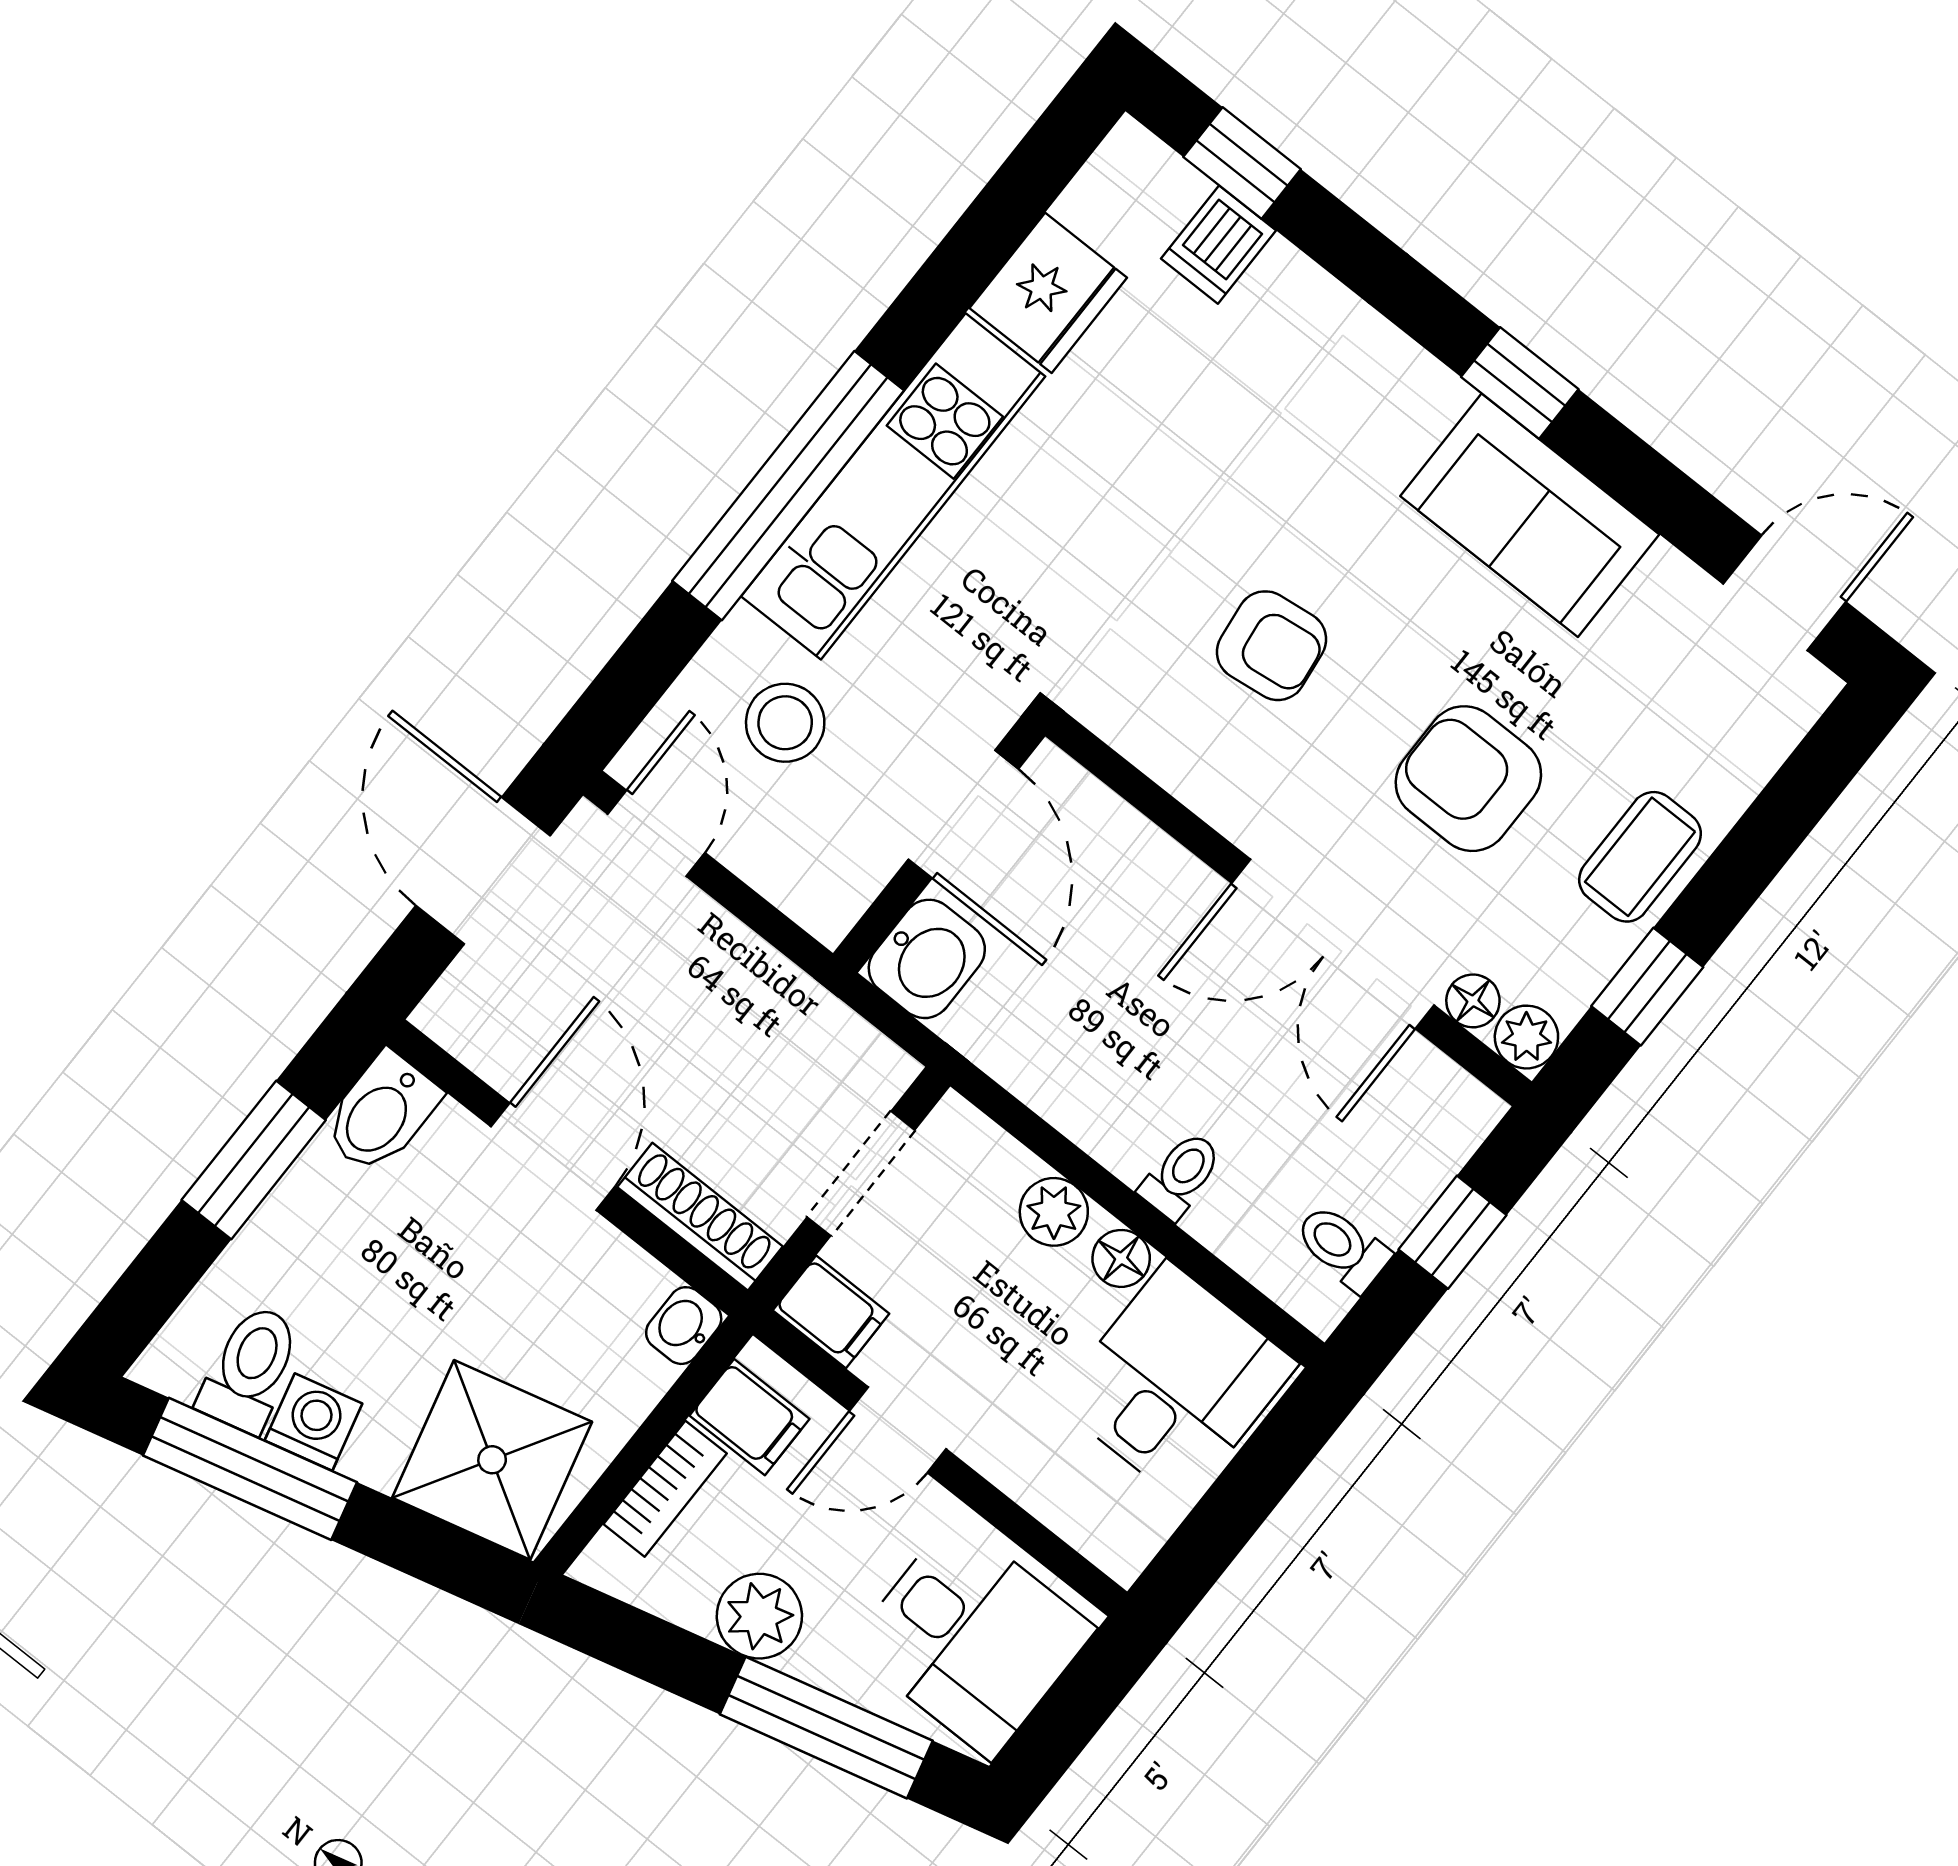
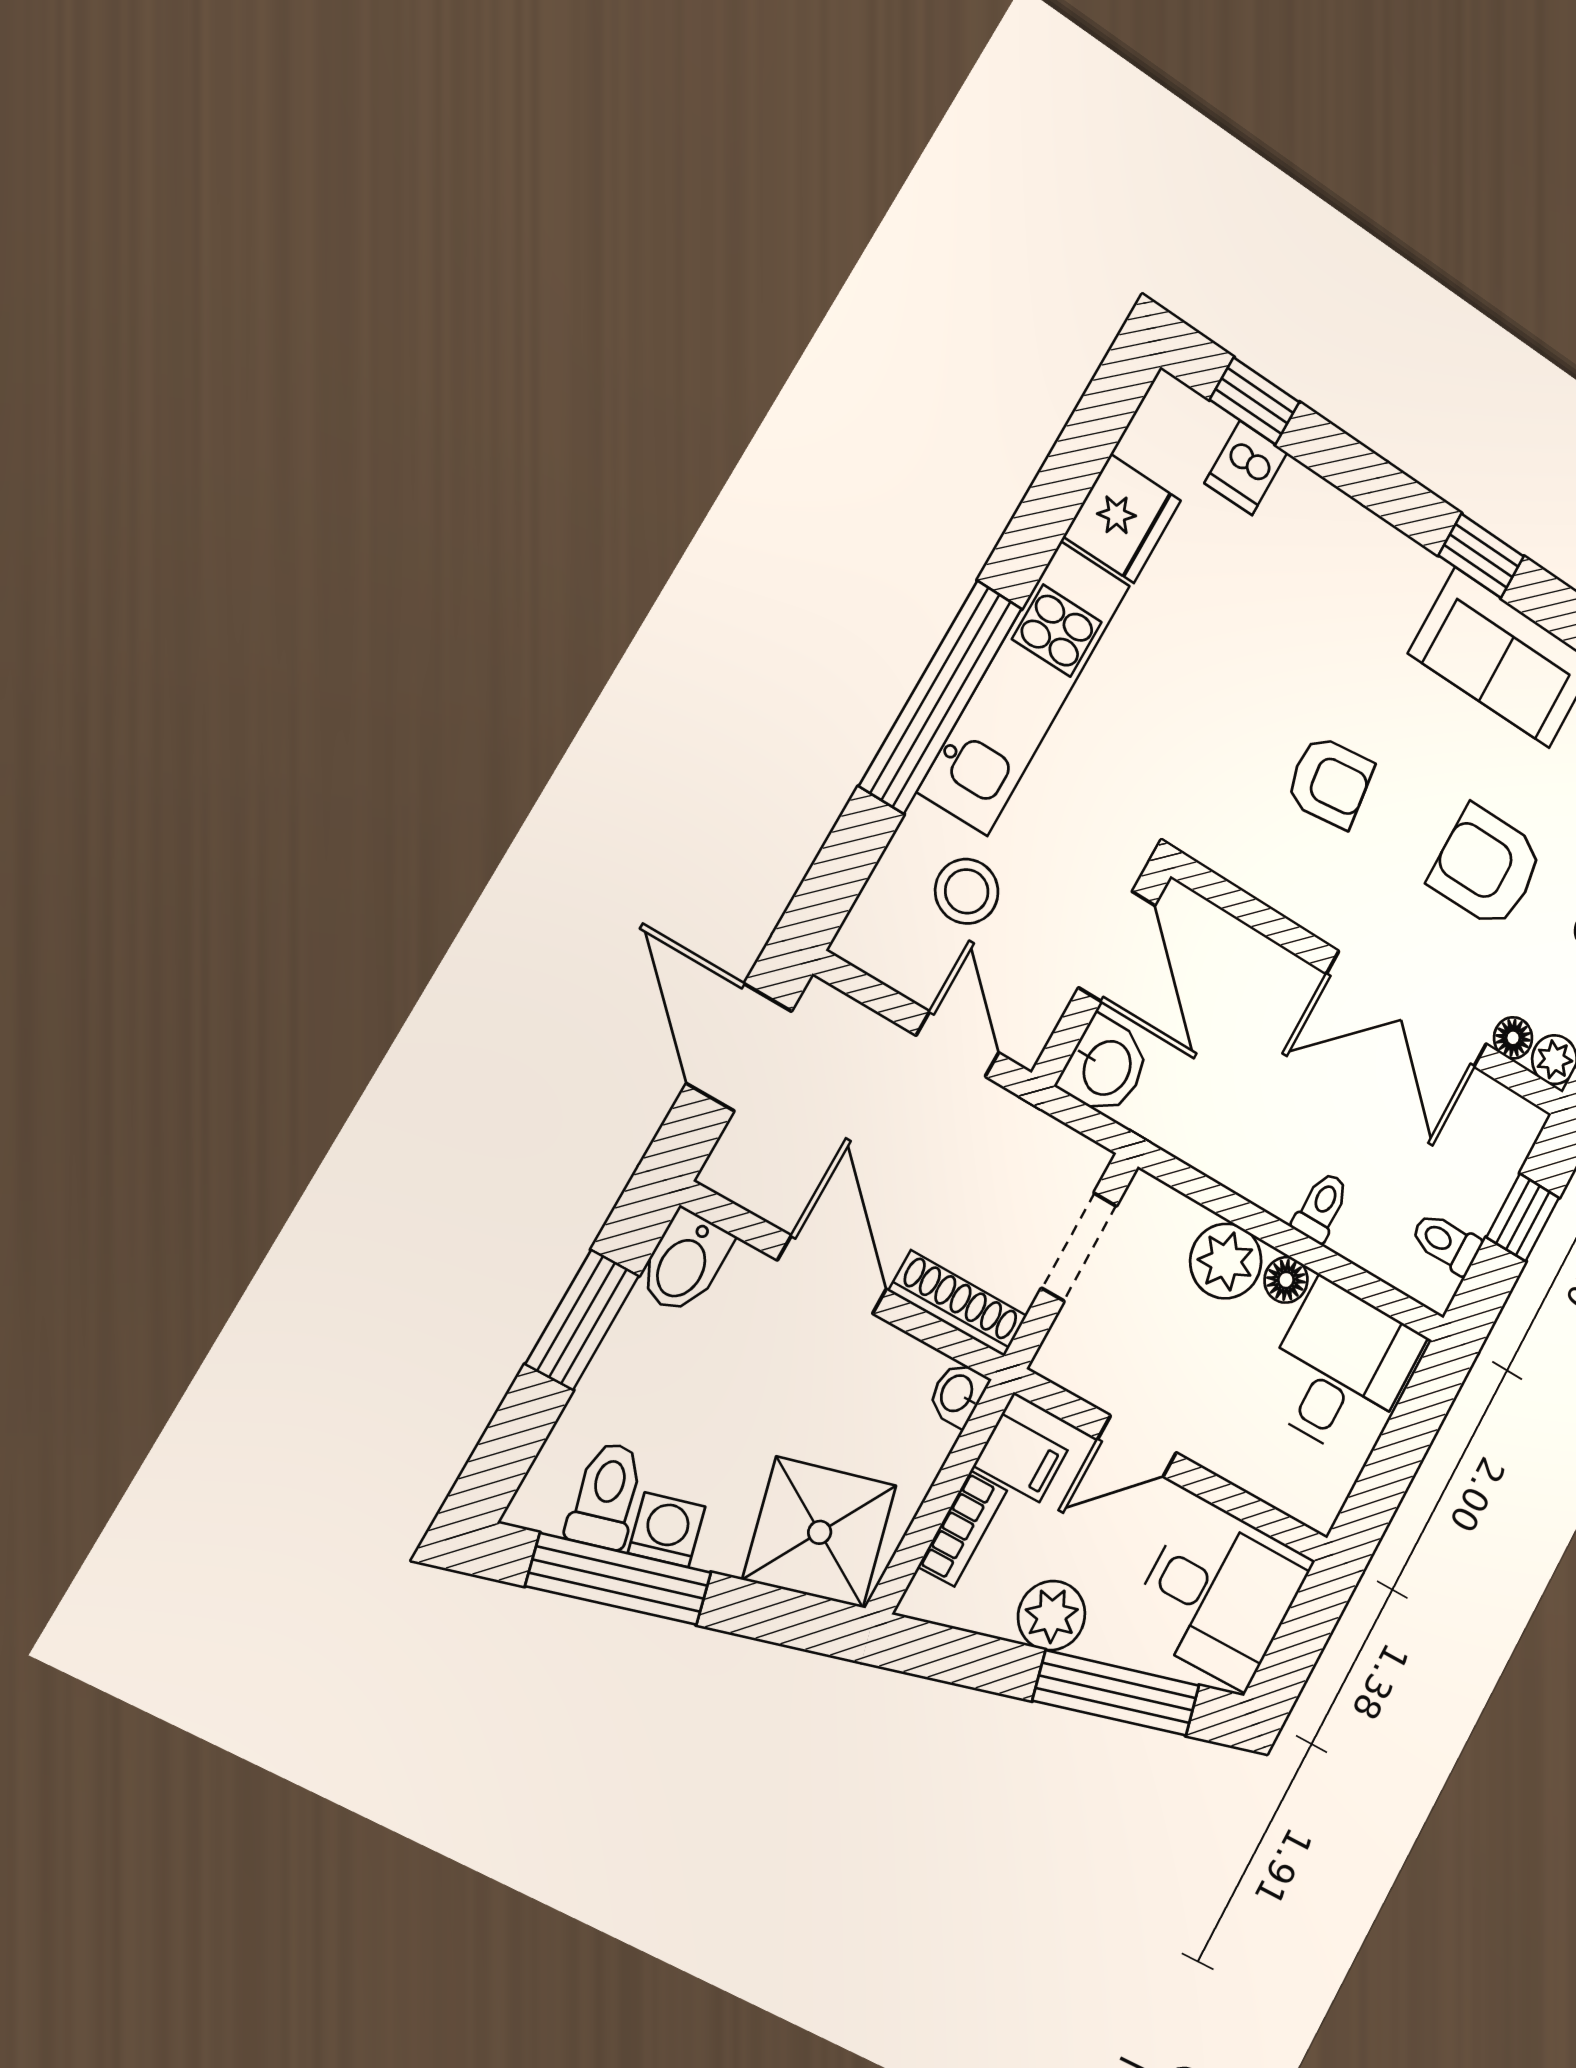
door: (656, 833) -> (958, 1044), moved
plant: (1054, 1212) -> (1226, 1261), width x1.38, depth x1.38
filing cabinet: (831, 1312) -> (1072, 1362), removed

